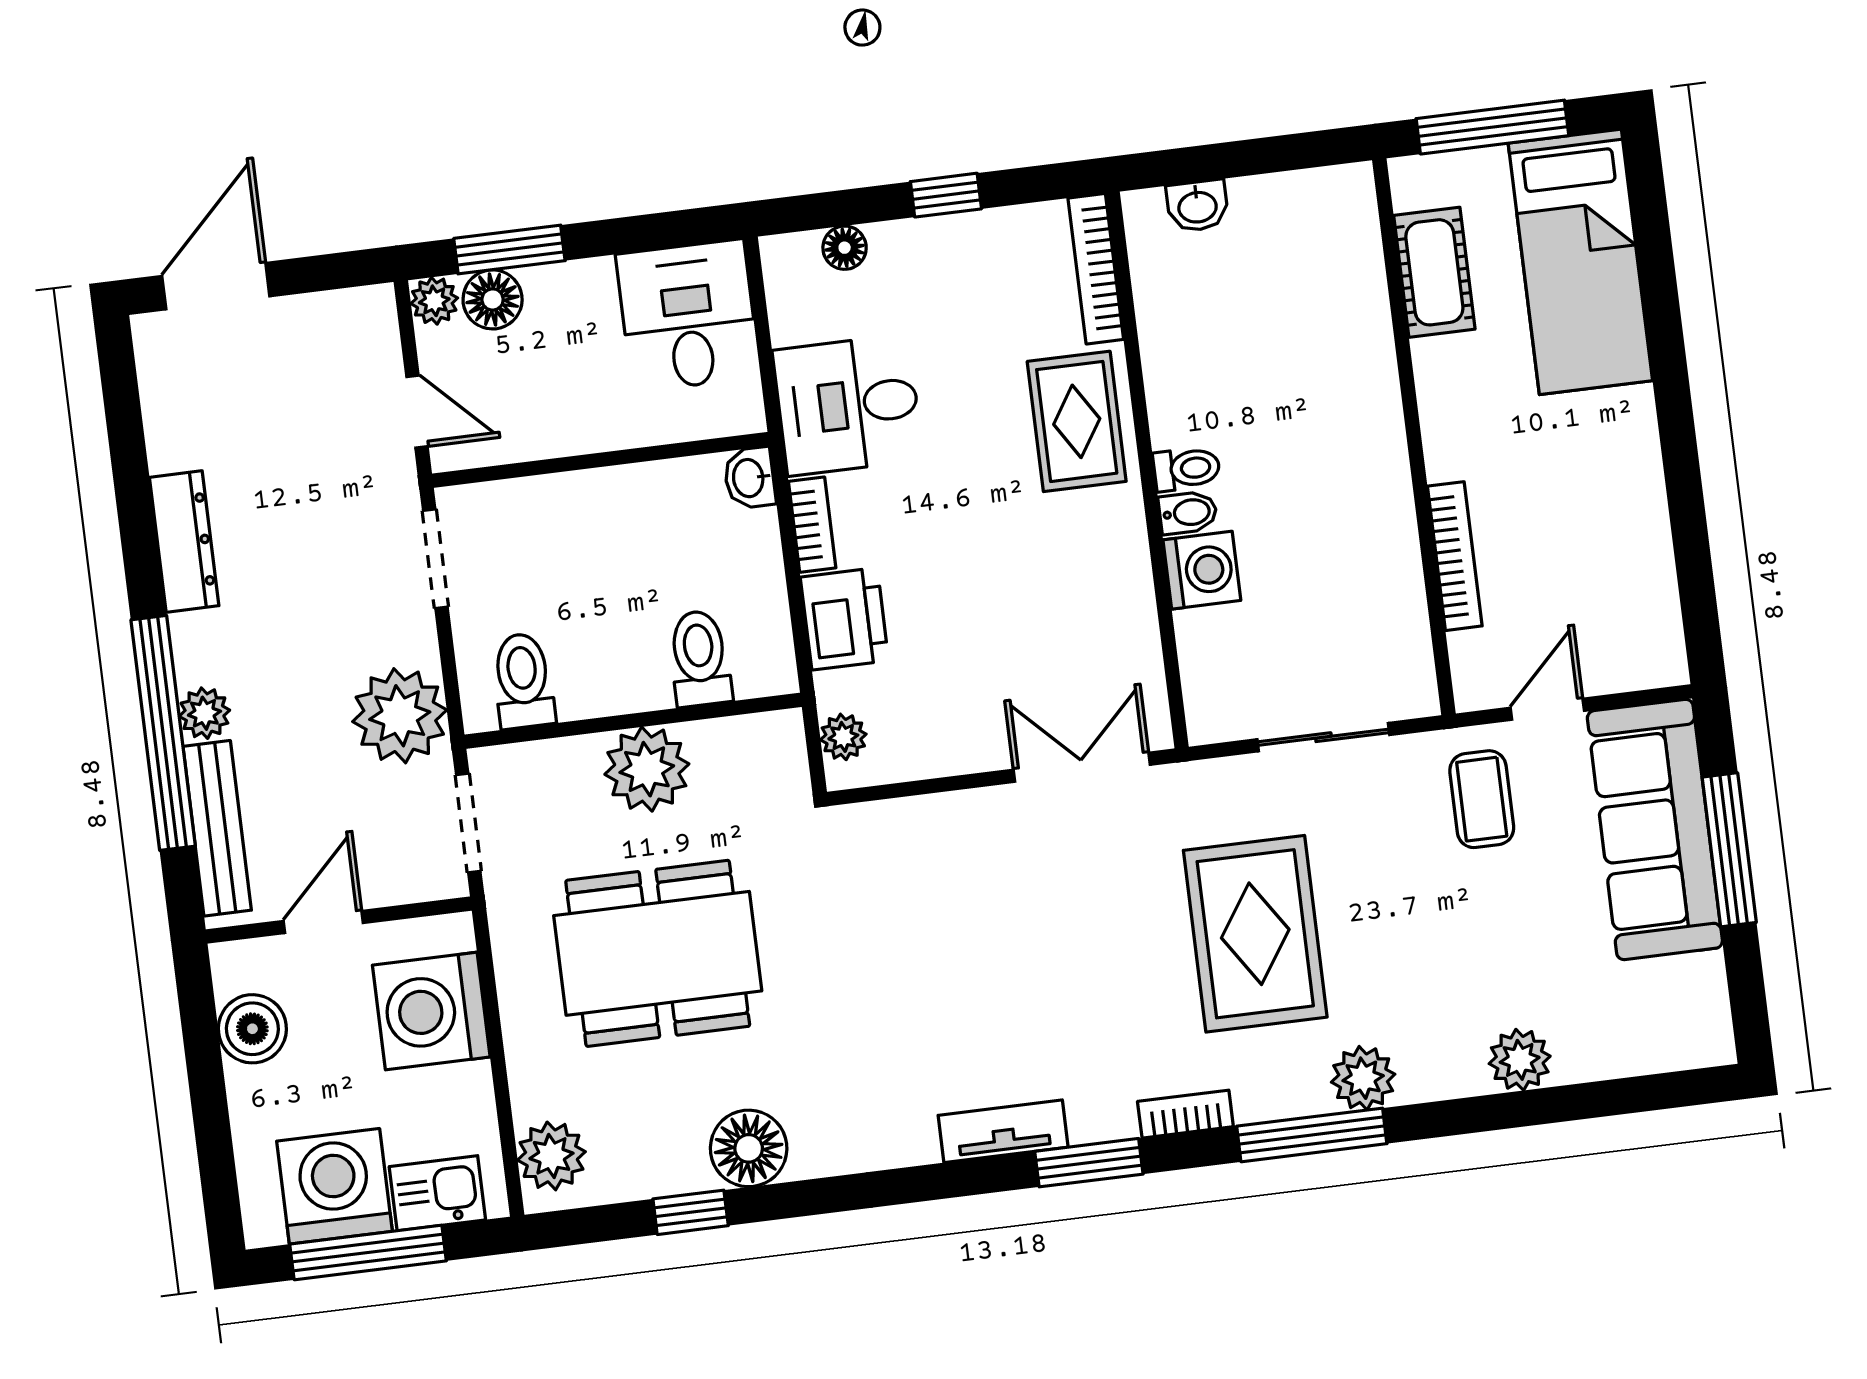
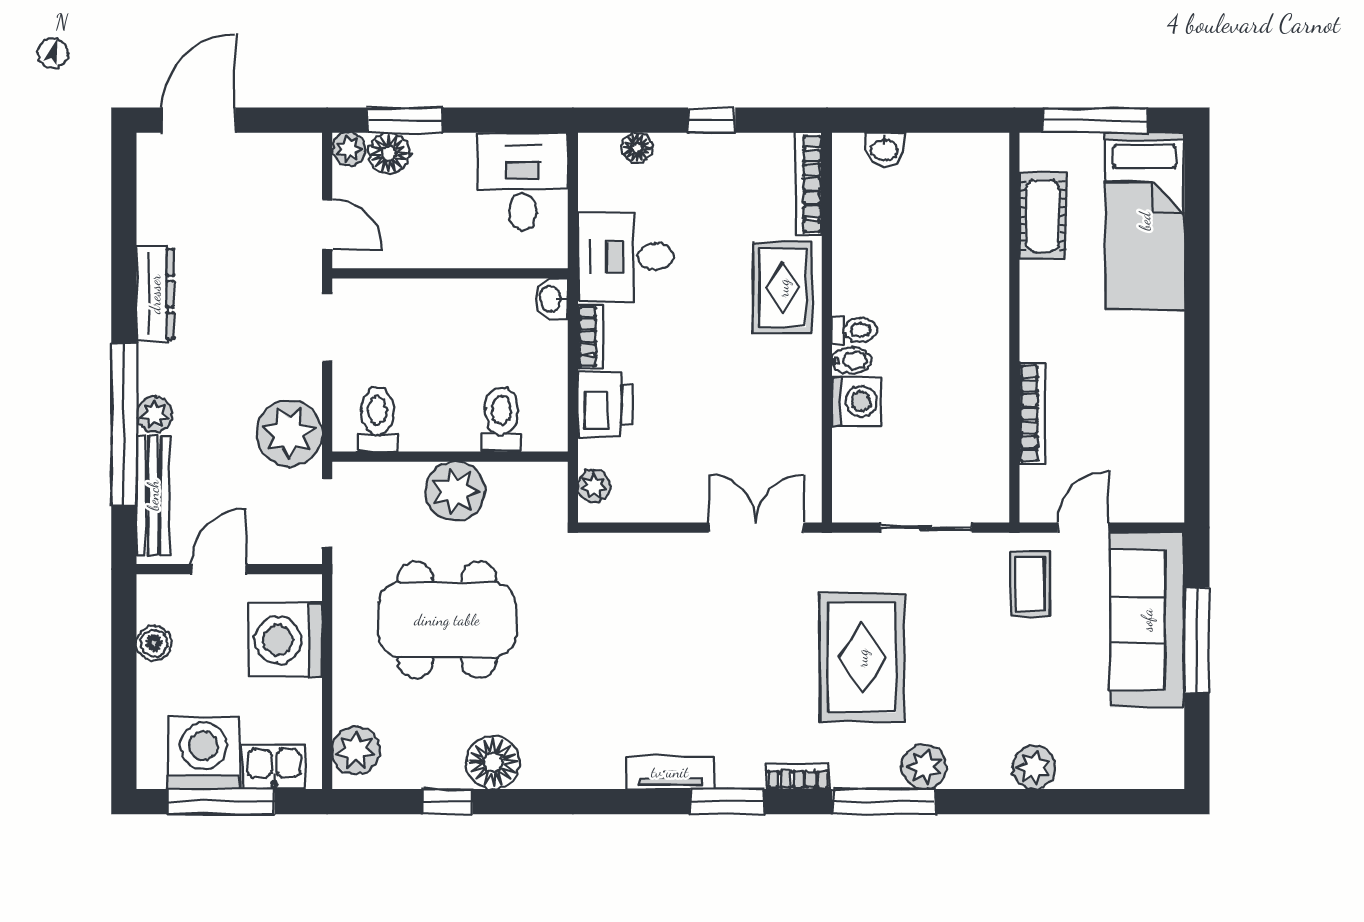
boiler: (252, 1029) -> (154, 643), width x0.73, depth x0.73

